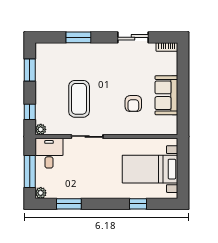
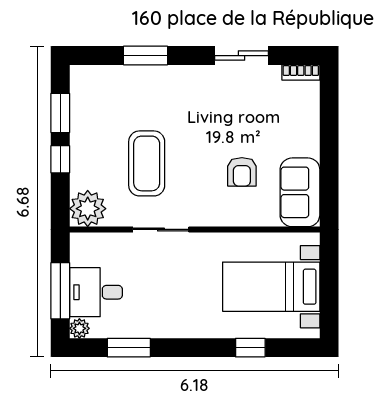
sofa: (166, 95) -> (300, 192), moved
window: (30, 112) -> (60, 159), moved
plant: (41, 129) -> (88, 209), width x1.87, depth x1.87
desk: (49, 153) -> (96, 292), moved, turned -90

